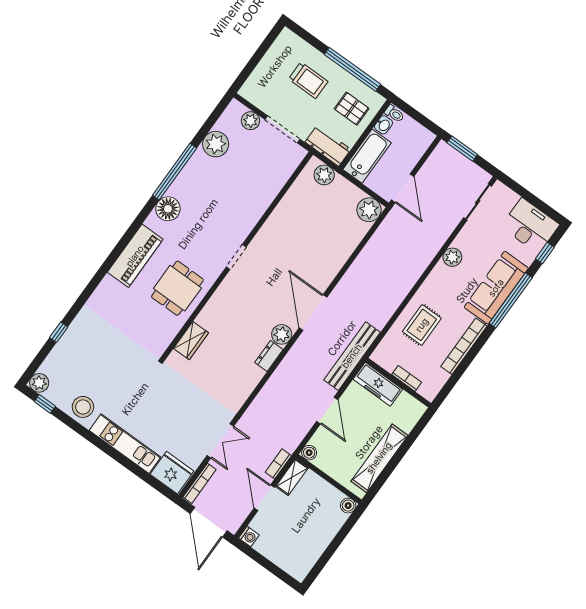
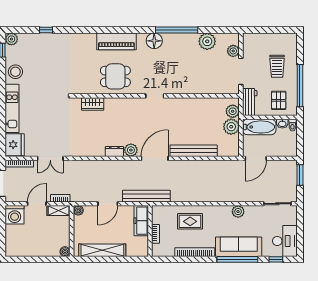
plant: (369, 210) -> (231, 127), moved
bench: (338, 258) -> (194, 151), added
washing machine: (249, 536) -> (15, 215), width x1.89, depth x1.89

